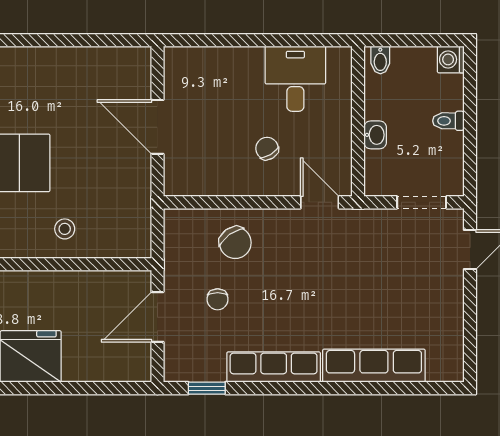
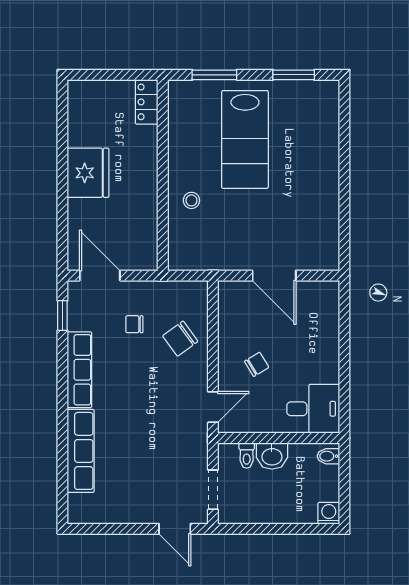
desk: (295, 79) -> (313, 409), moved
toilet: (448, 121) -> (247, 456), moved, turned 180
door: (157, 127) -> (274, 276), swing flipped
washbasin: (375, 135) -> (272, 456), width x1.38, depth x1.45
door: (157, 317) -> (100, 276), moved

